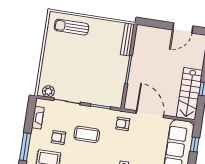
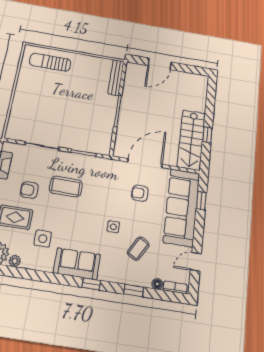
door: (183, 28) -> (160, 64), moved
plant: (48, 91) -> (19, 134), removed
door: (150, 114) -> (145, 163), hinge flipped
armchair: (123, 124) -> (140, 193), moved

